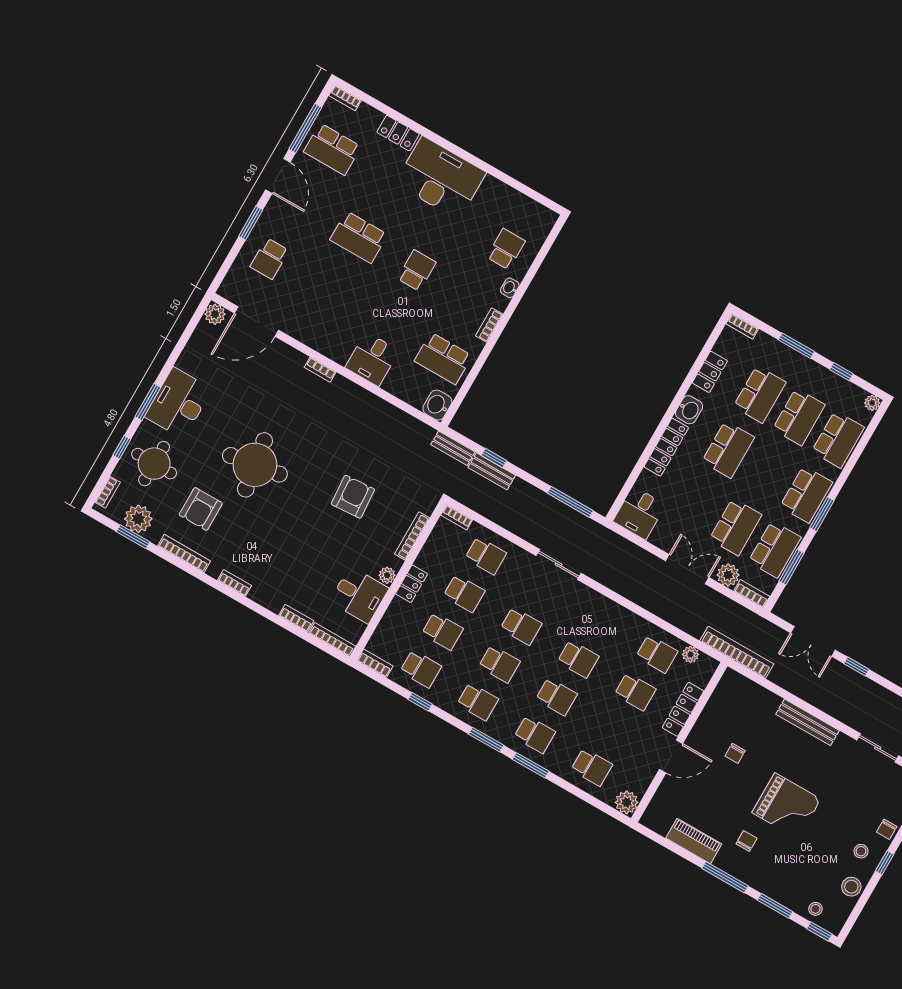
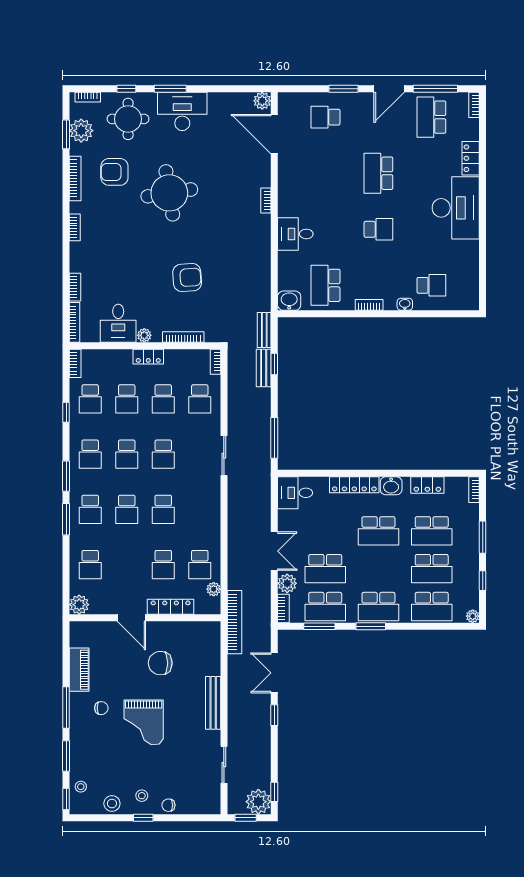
chair: (735, 753) -> (160, 663), width x1.87, depth x1.87

